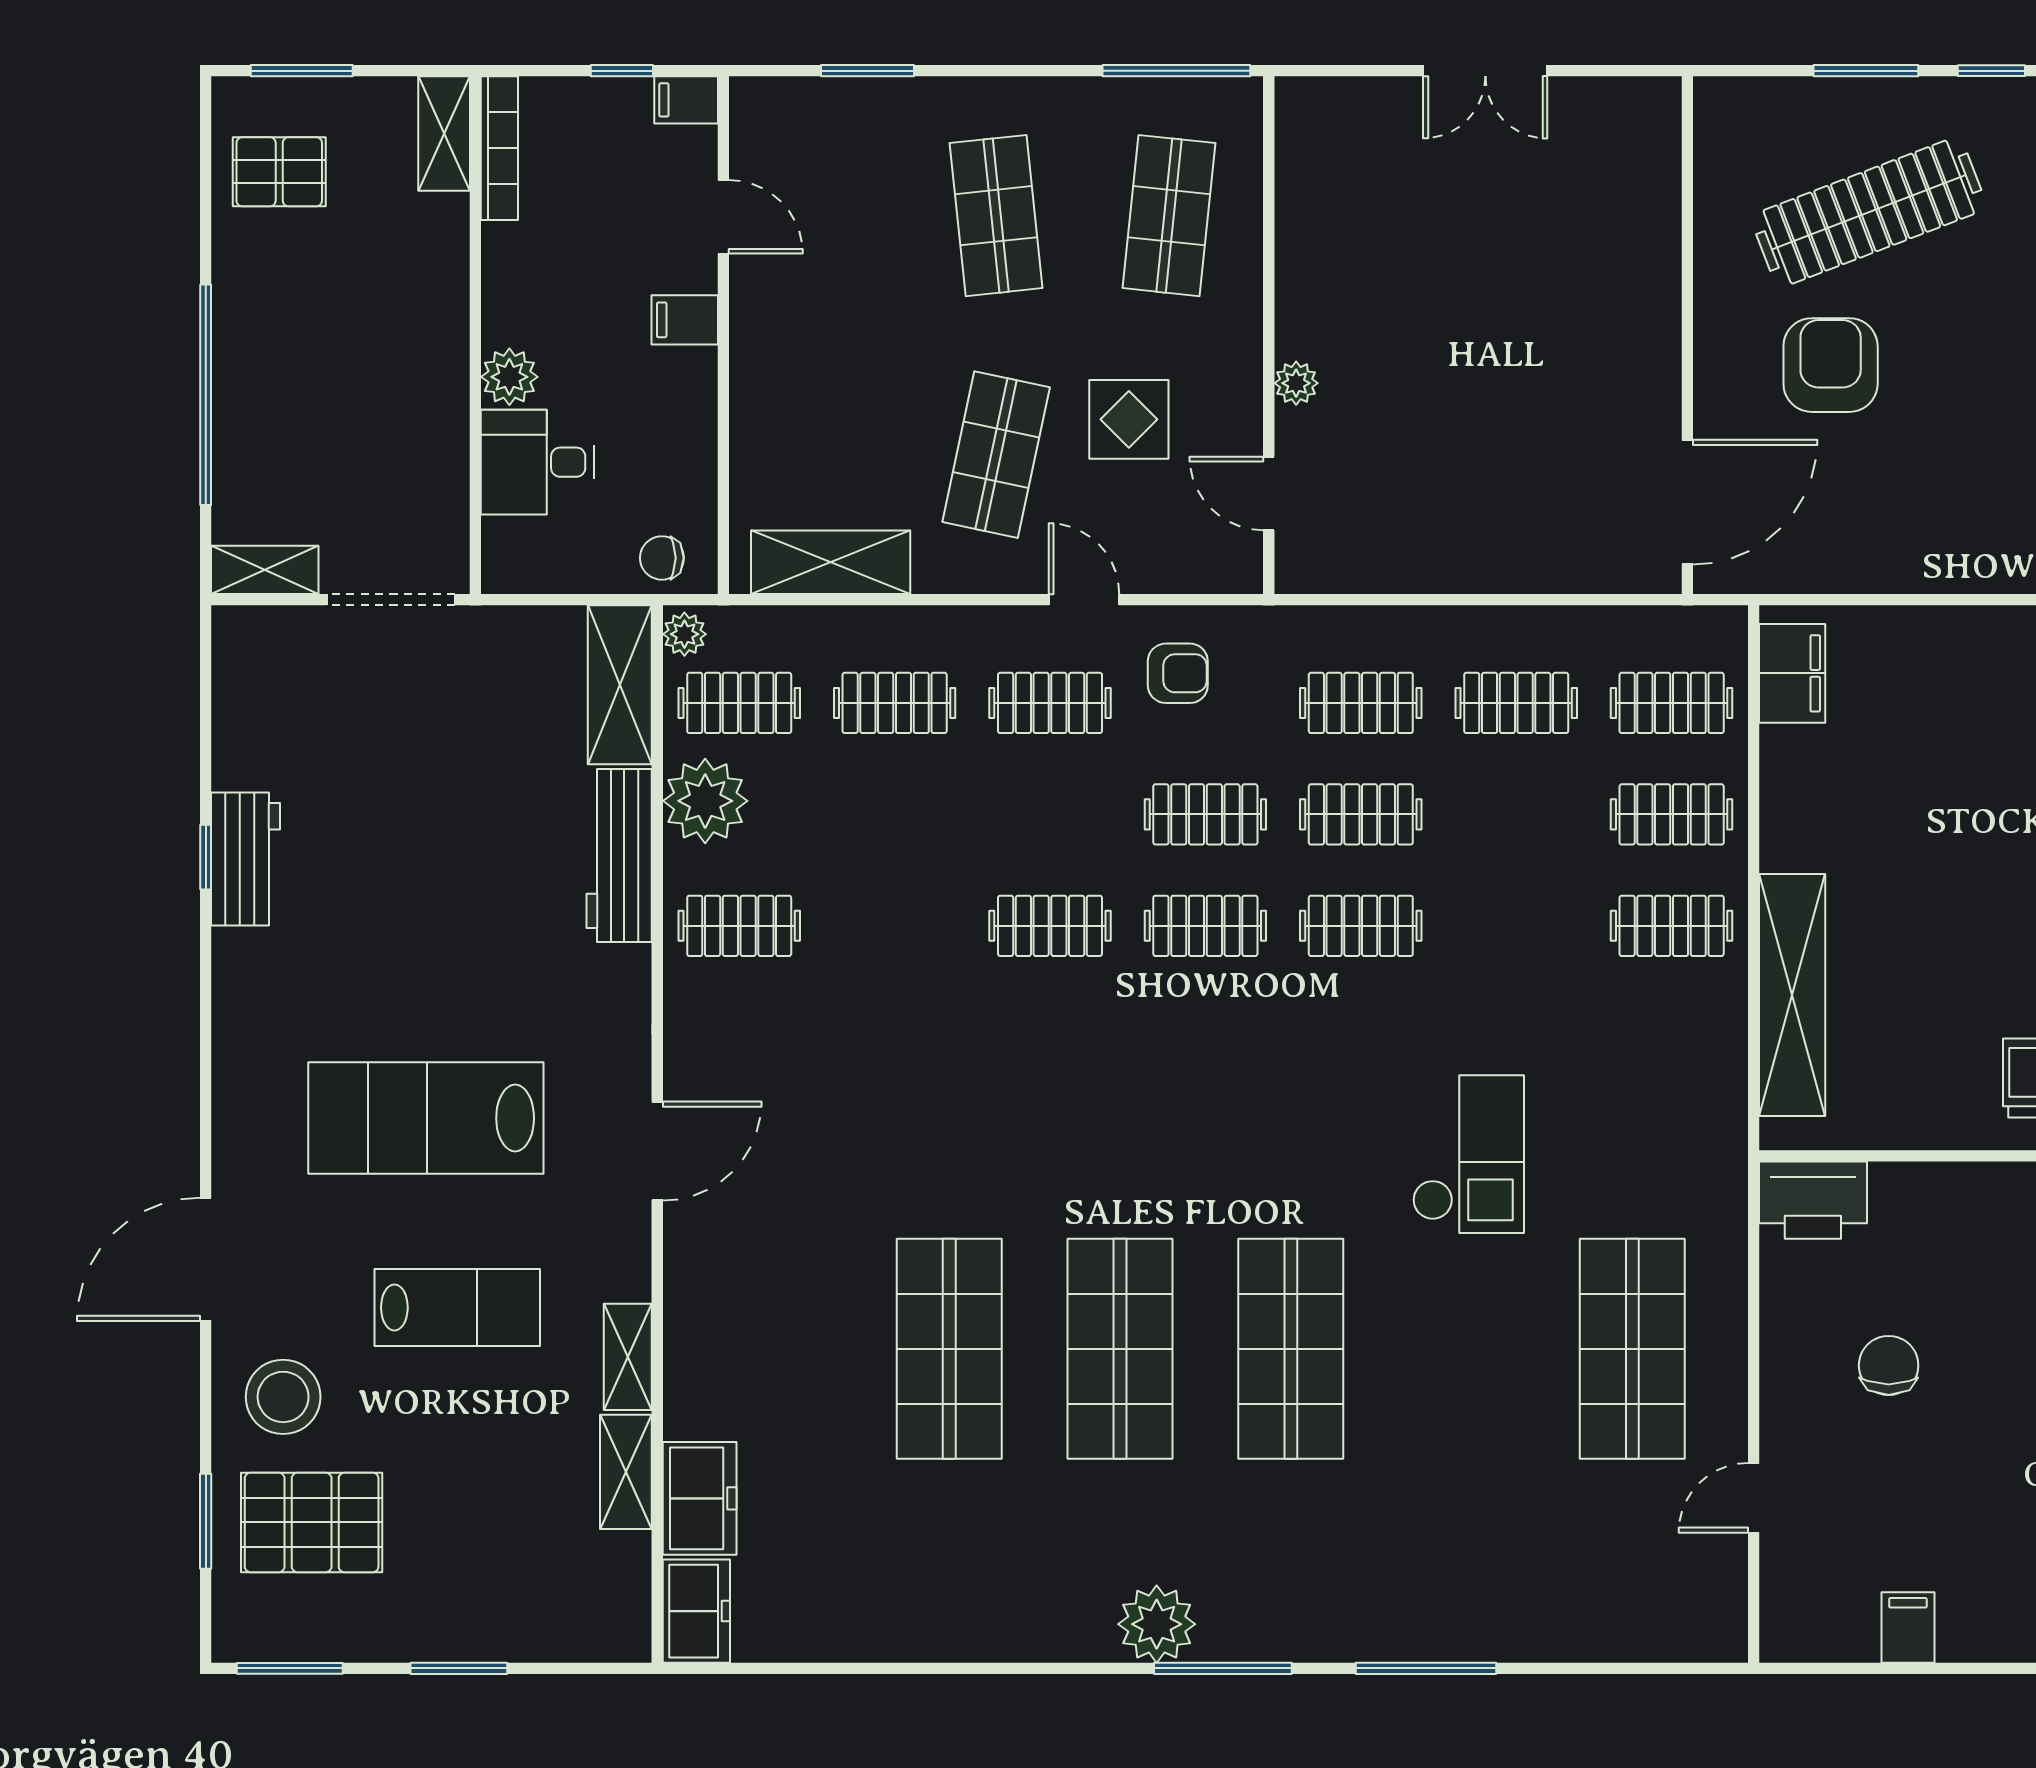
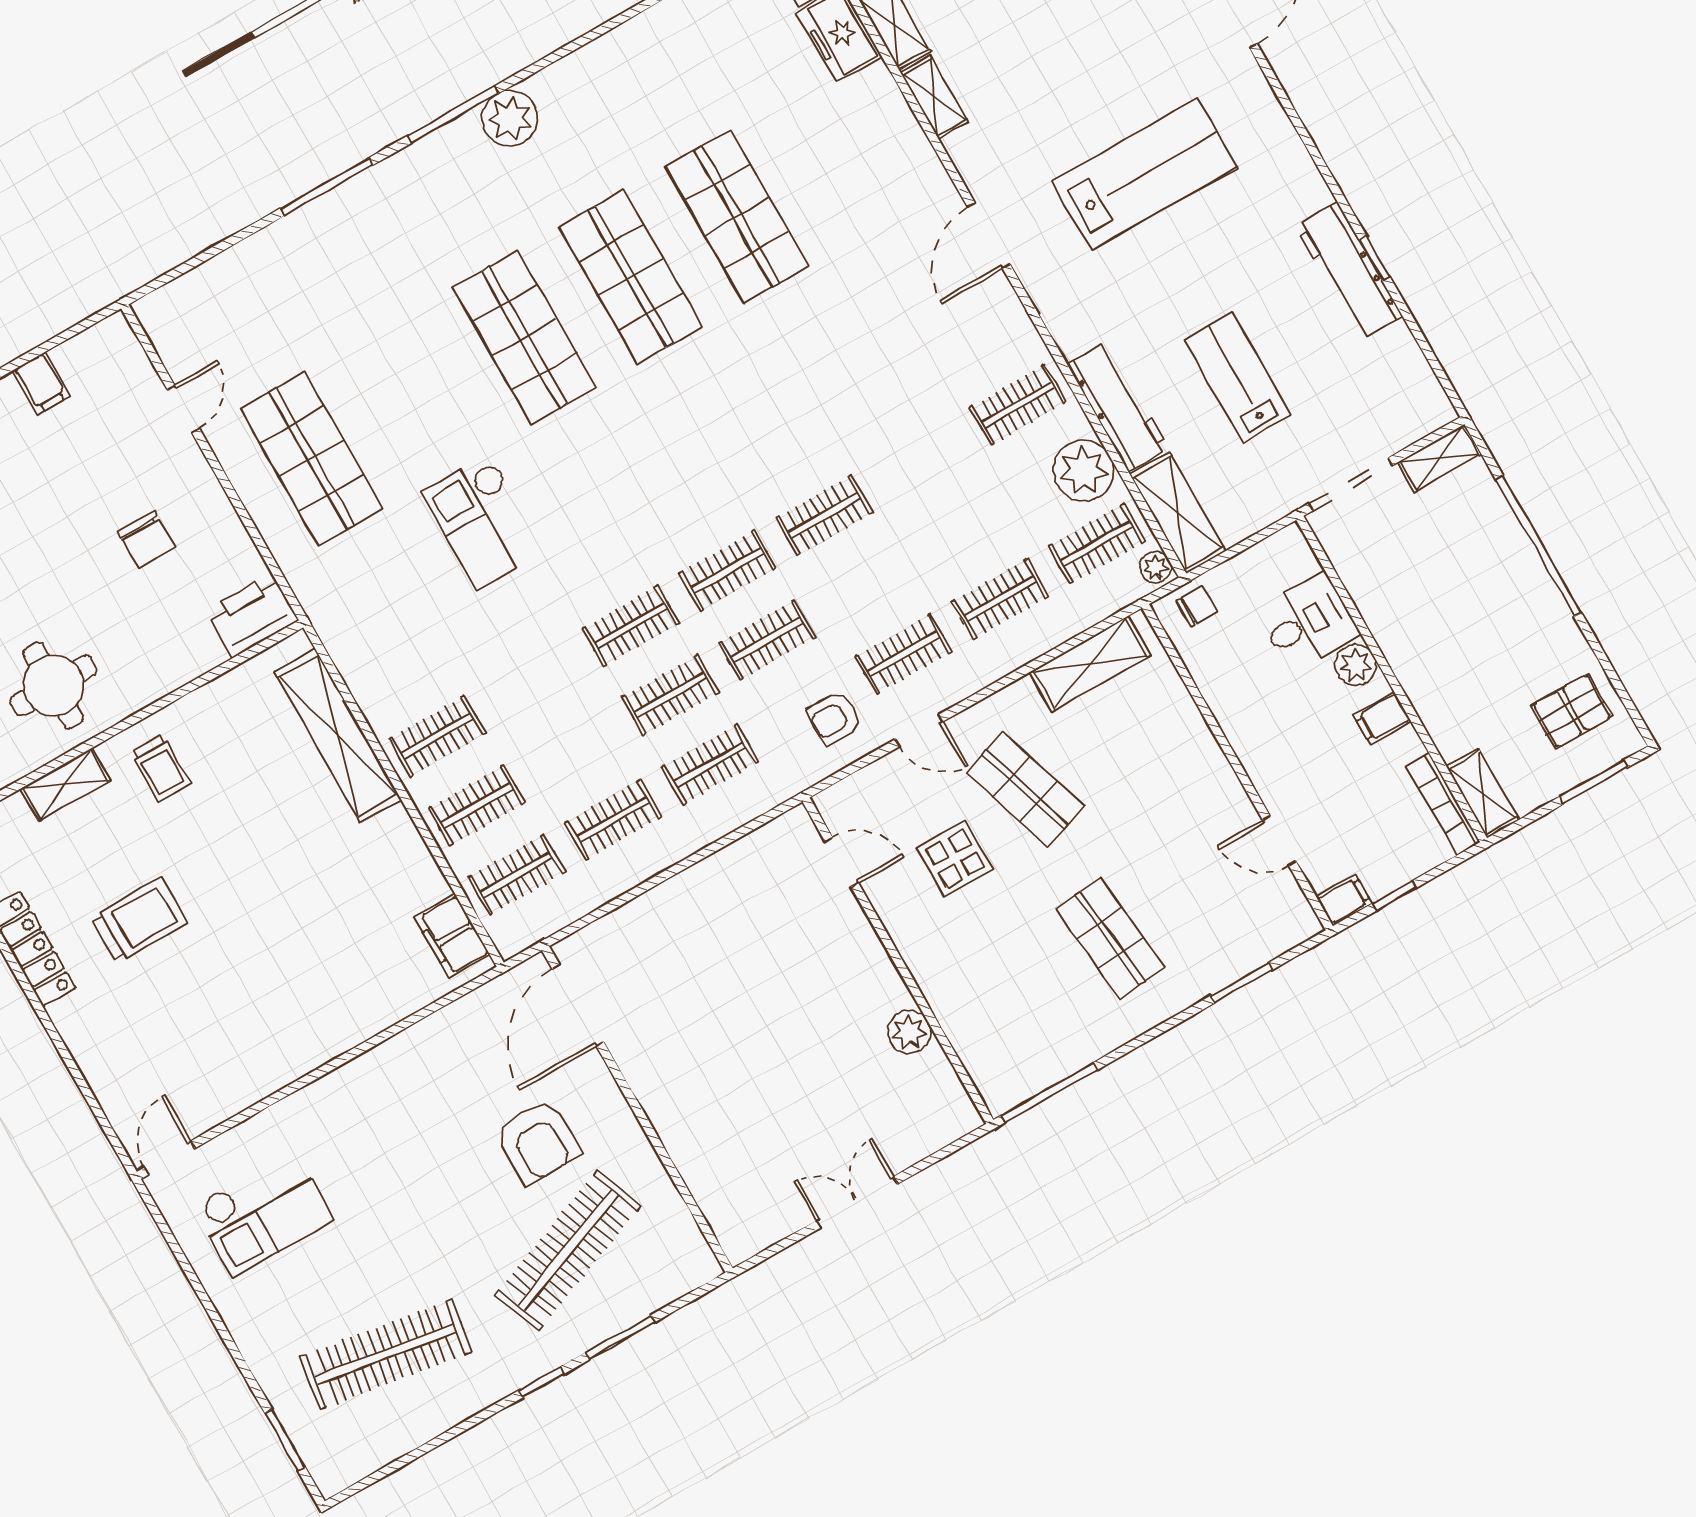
shop shelf: (1169, 216) -> (1002, 1000), removed
filing cabinet: (685, 320) -> (1382, 718), moved, turned 180
plant: (1296, 383) -> (909, 1032), moved, width x1.38, depth x1.38
shop shelf: (996, 455) -> (1025, 789), turned -30
workbench: (245, 859) -> (1349, 271), width x1.38
lab bench: (457, 1307) -> (1238, 377), moved, turned 90

